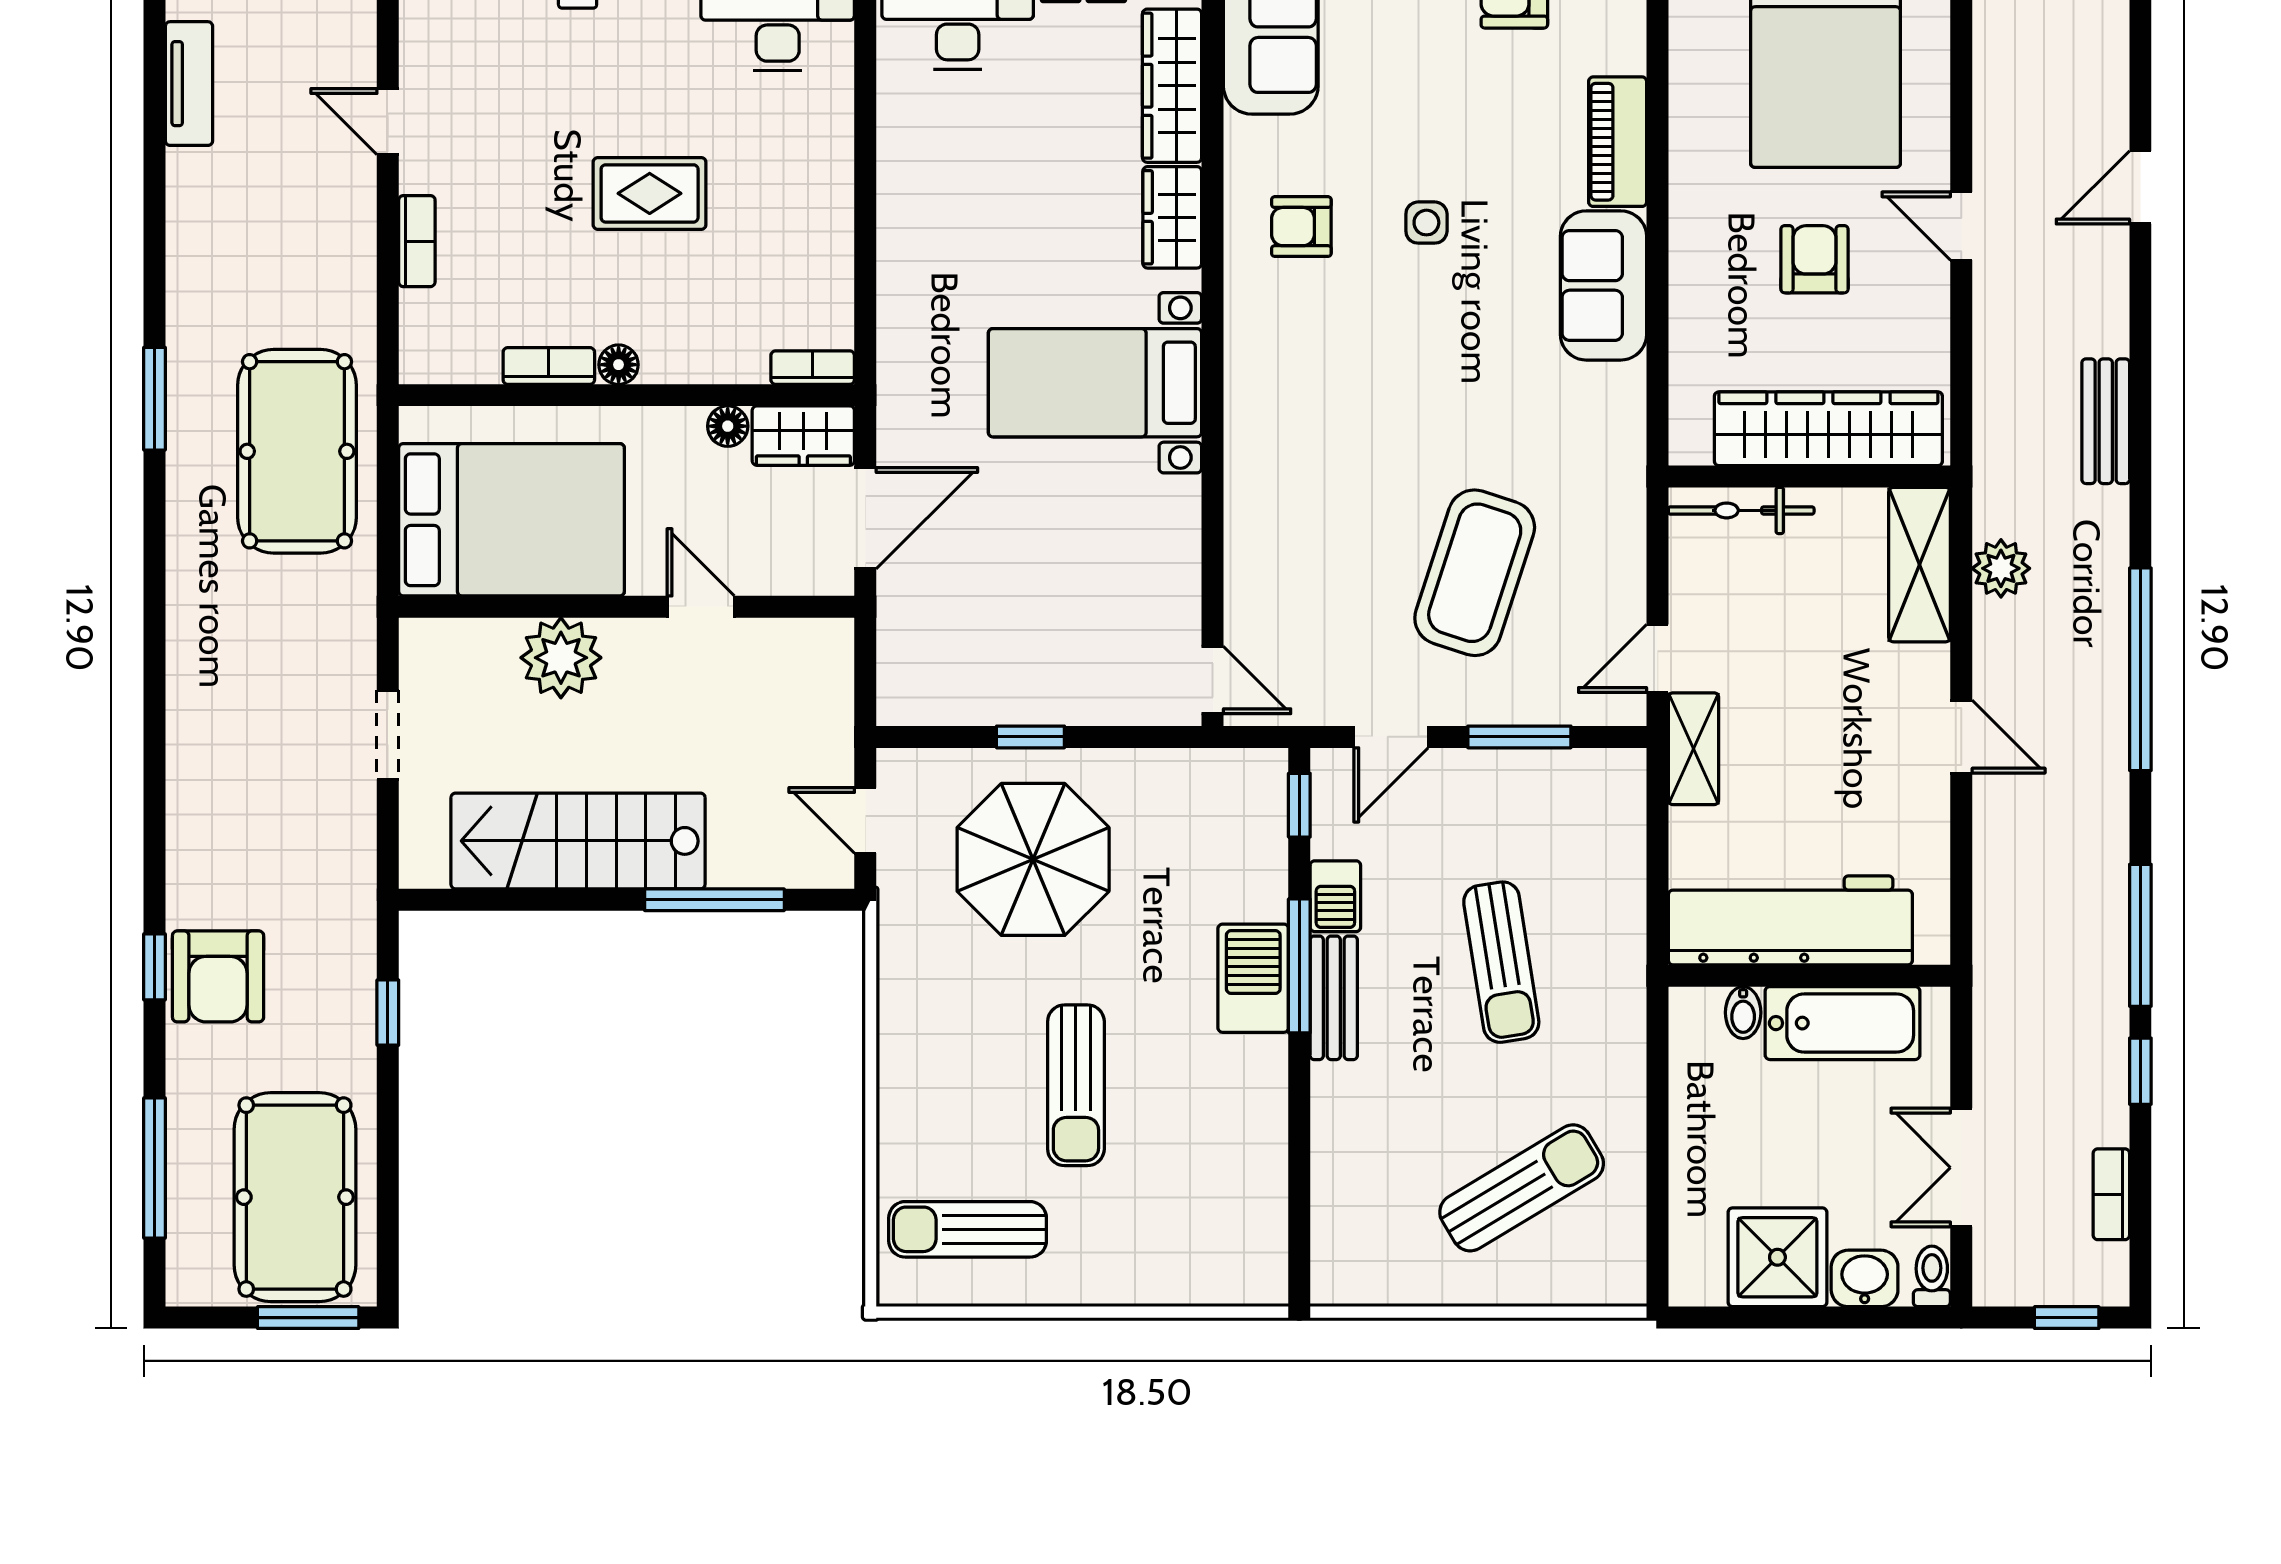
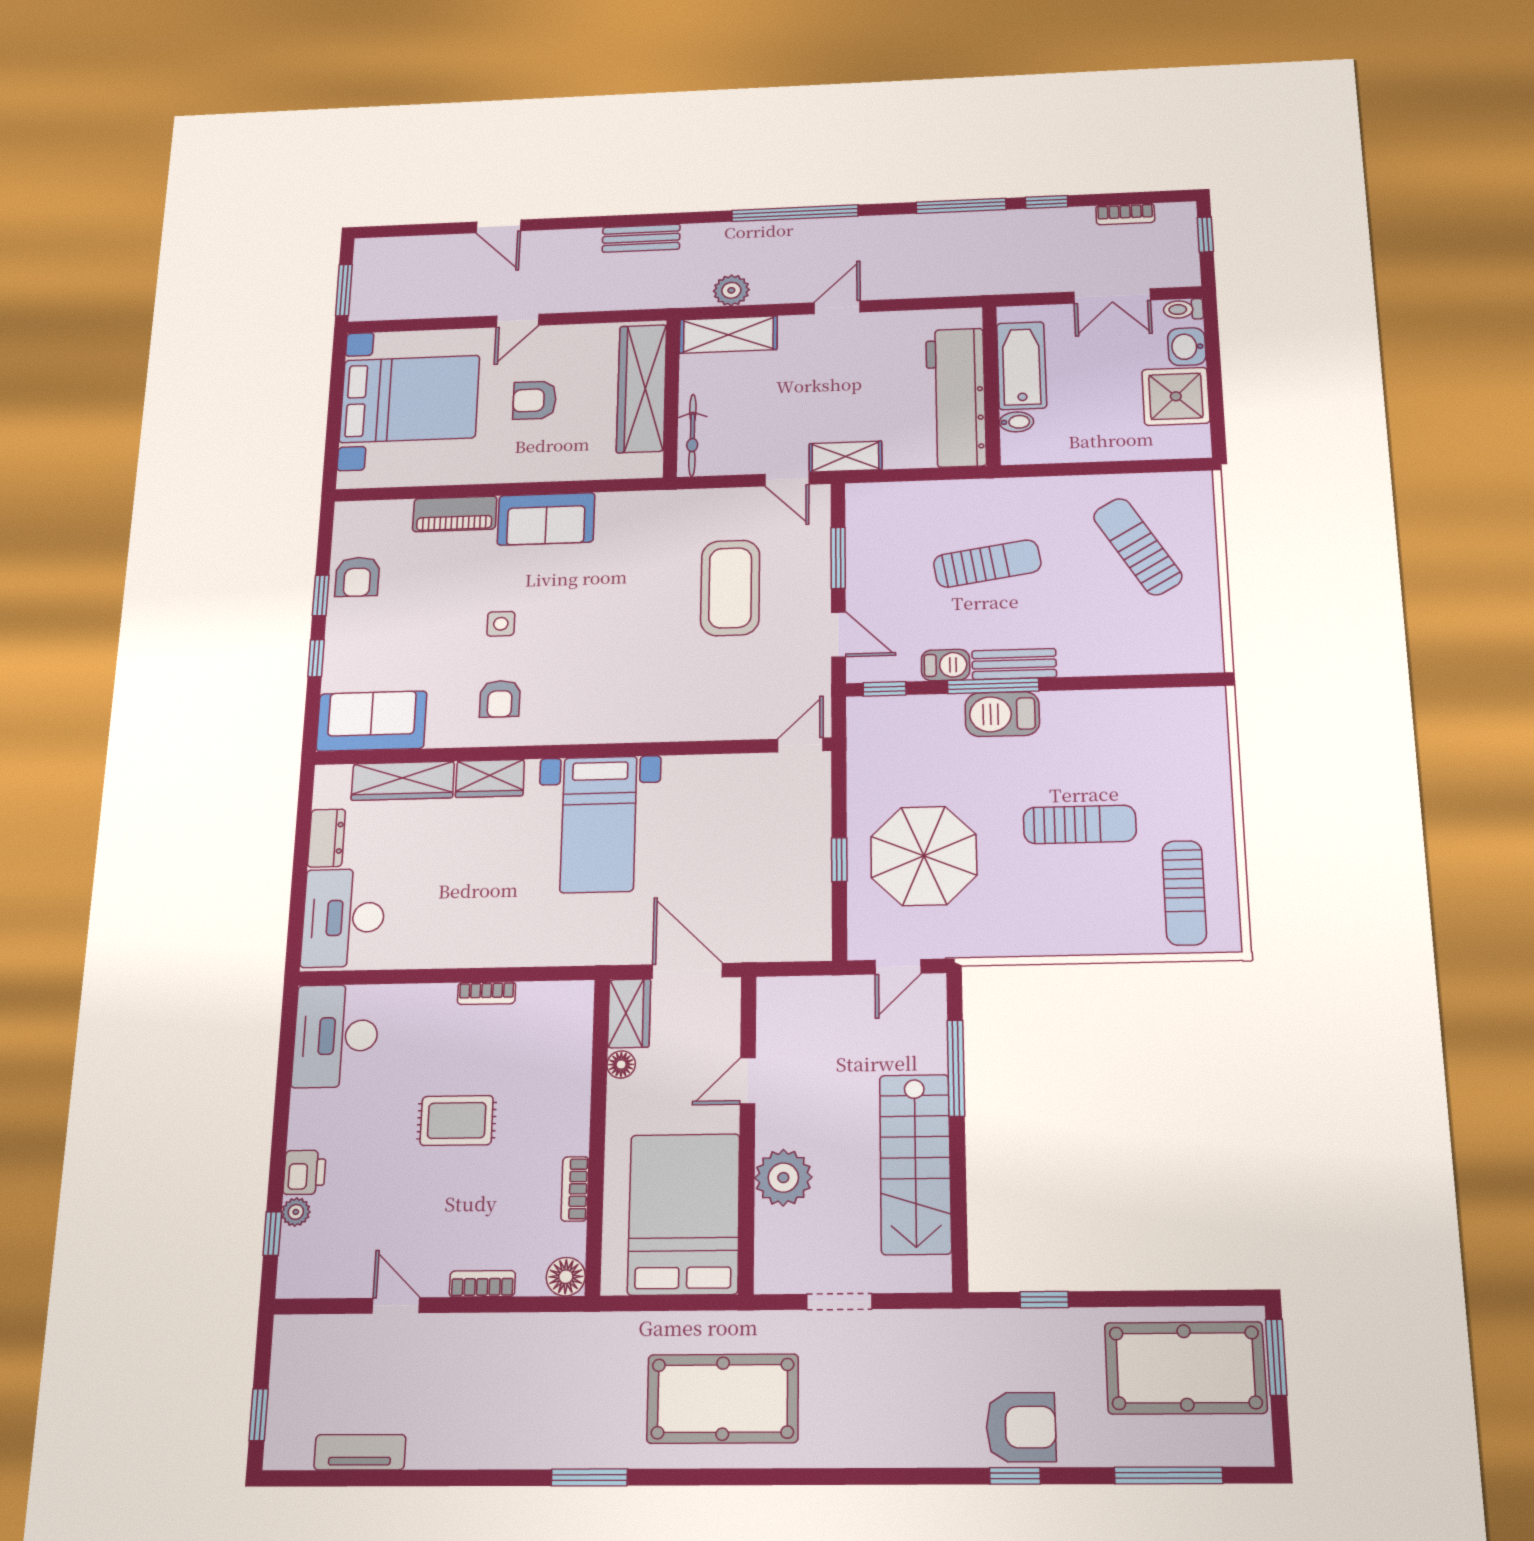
door: (388, 122) -> (396, 1306), swing flipped
rug: (650, 193) -> (457, 1121), turned 90
floor lamp: (619, 365) -> (566, 1277), moved, width x1.37, depth x1.37
bookcase: (813, 368) -> (487, 993), moved, turned -90
pool table: (297, 451) -> (723, 1399), moved
coffee table: (1475, 573) -> (730, 588), turned 72

